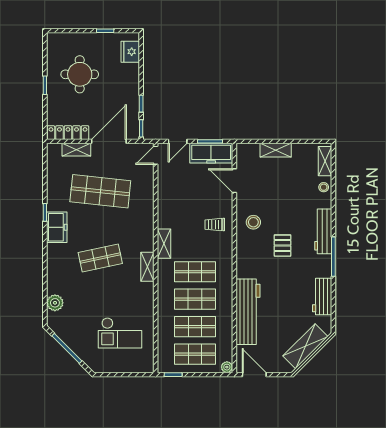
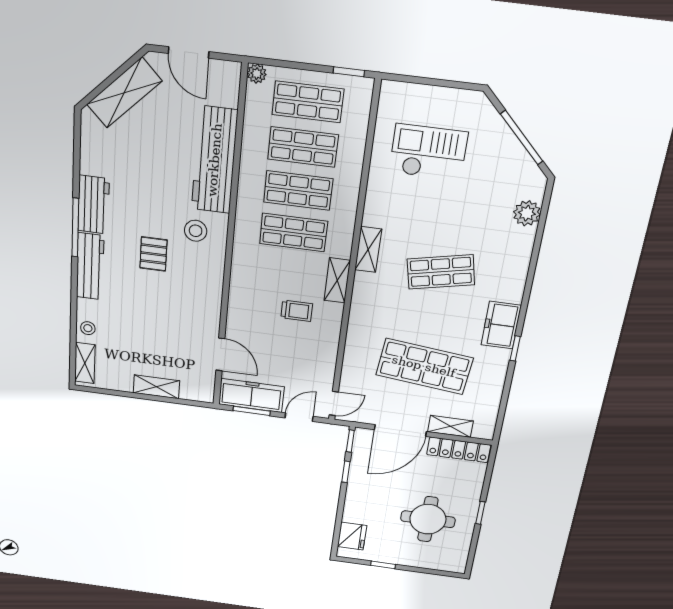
stool: (253, 222) -> (196, 231), moved
trolley: (215, 225) -> (297, 311), moved
workbench: (322, 297) -> (93, 205), moved
door: (254, 375) -> (189, 52), moved

